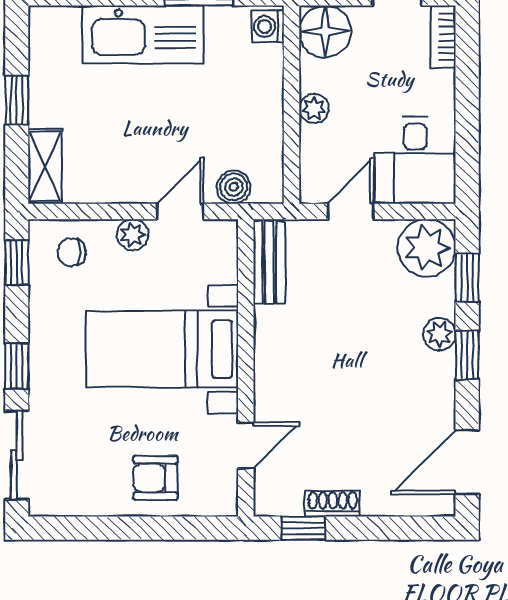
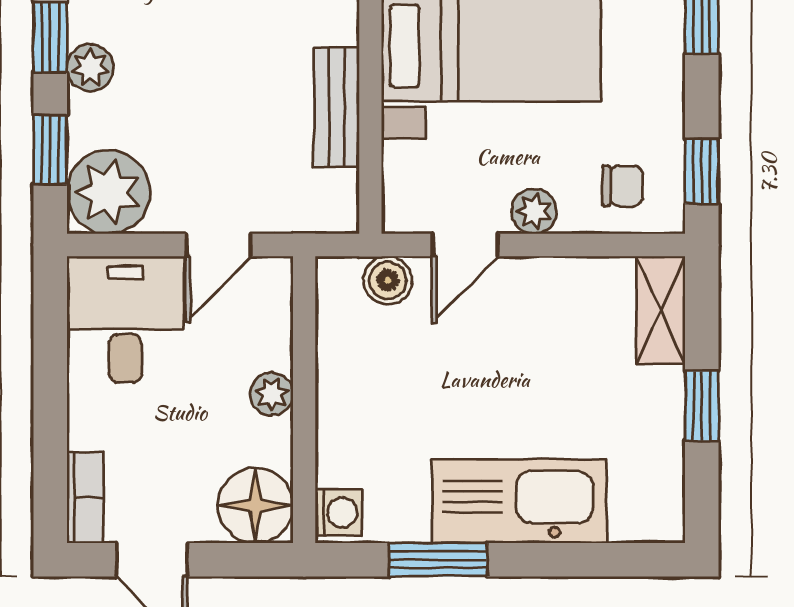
bench: (269, 262) -> (337, 107), moved

